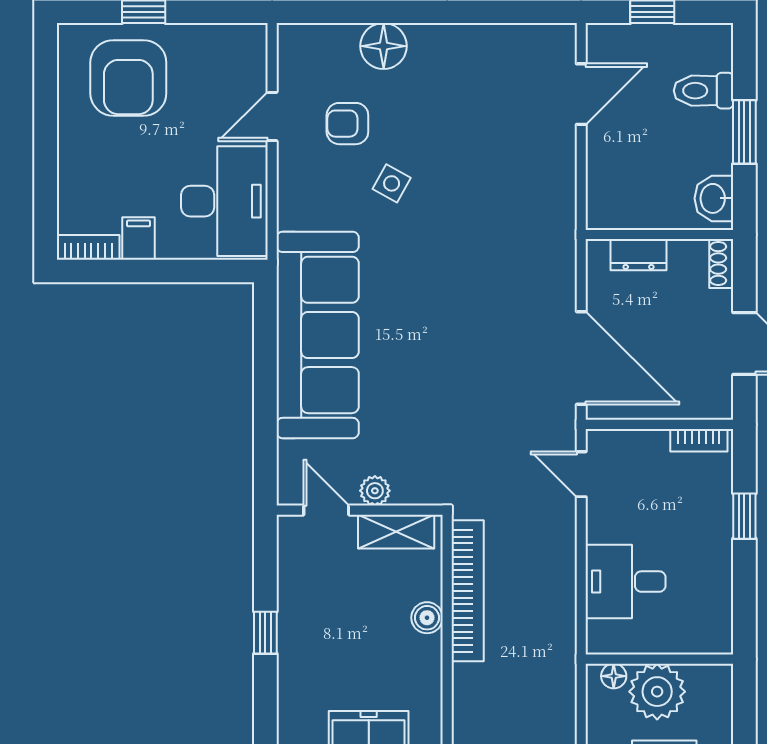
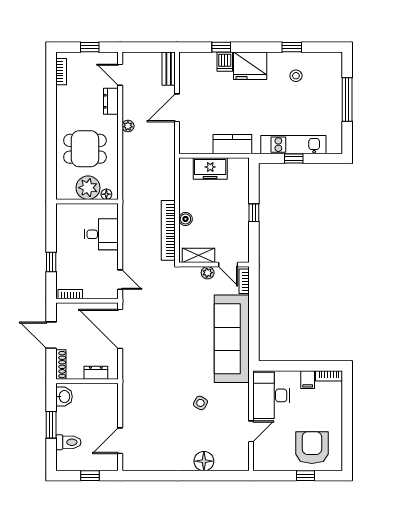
armchair: (347, 124) -> (219, 428), removed
shoe rack: (721, 263) -> (61, 365), width x1.43
bookcase: (288, 471) -> (244, 281), added

